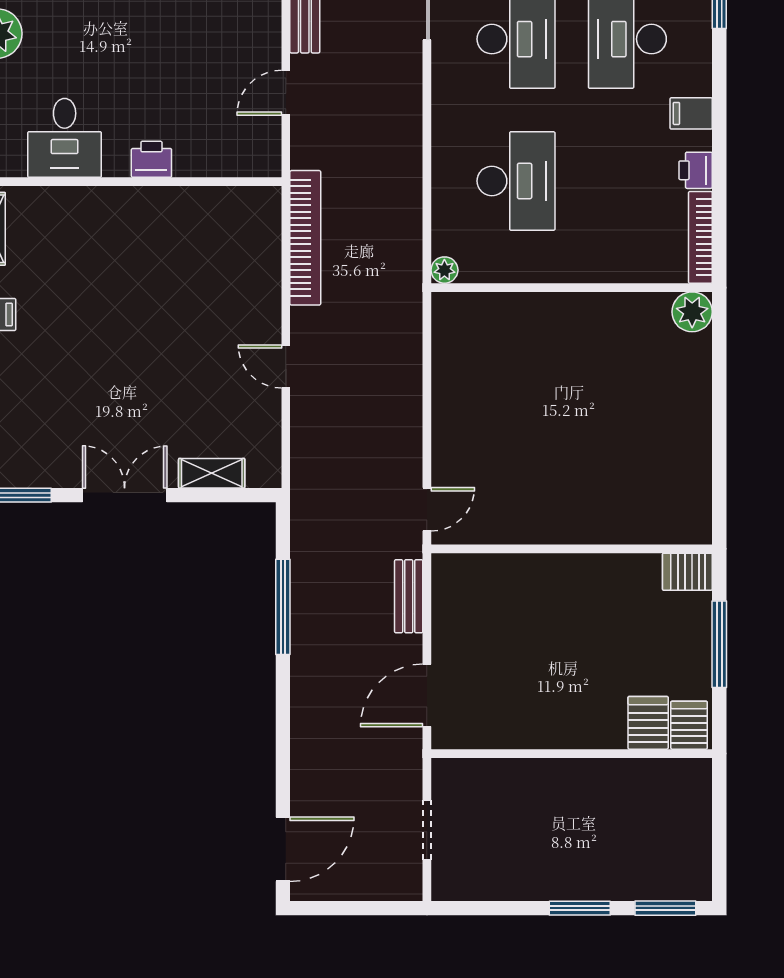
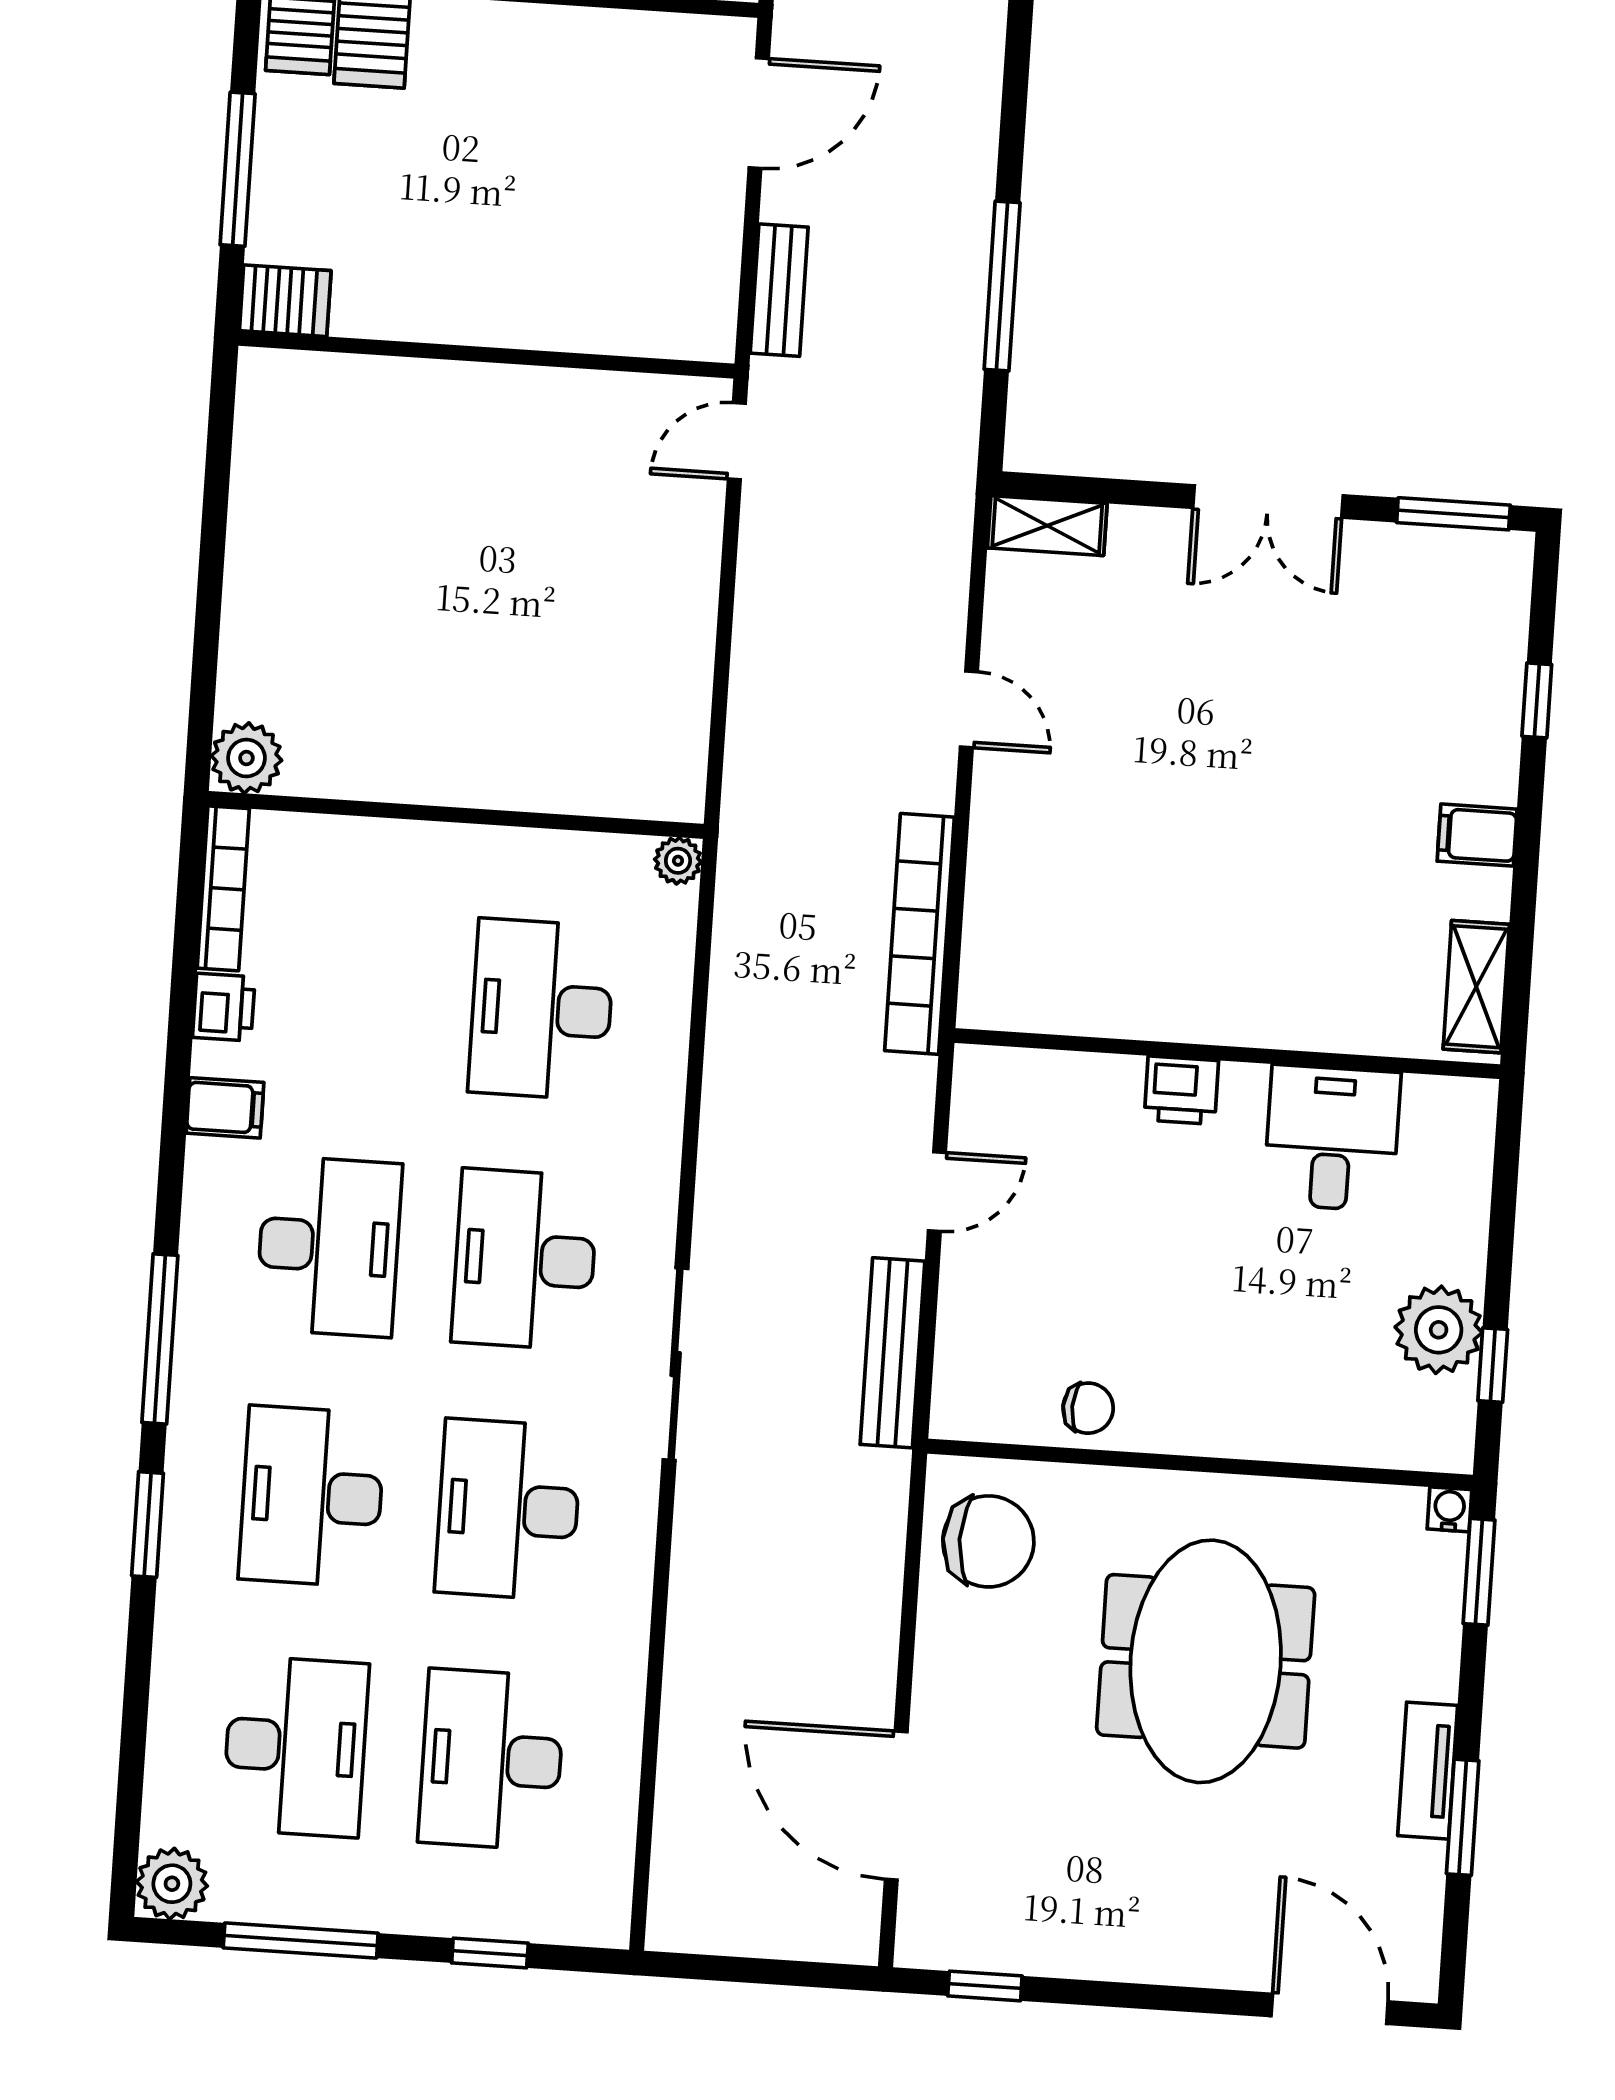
shelving: (212, 473) -> (1047, 526), moved

